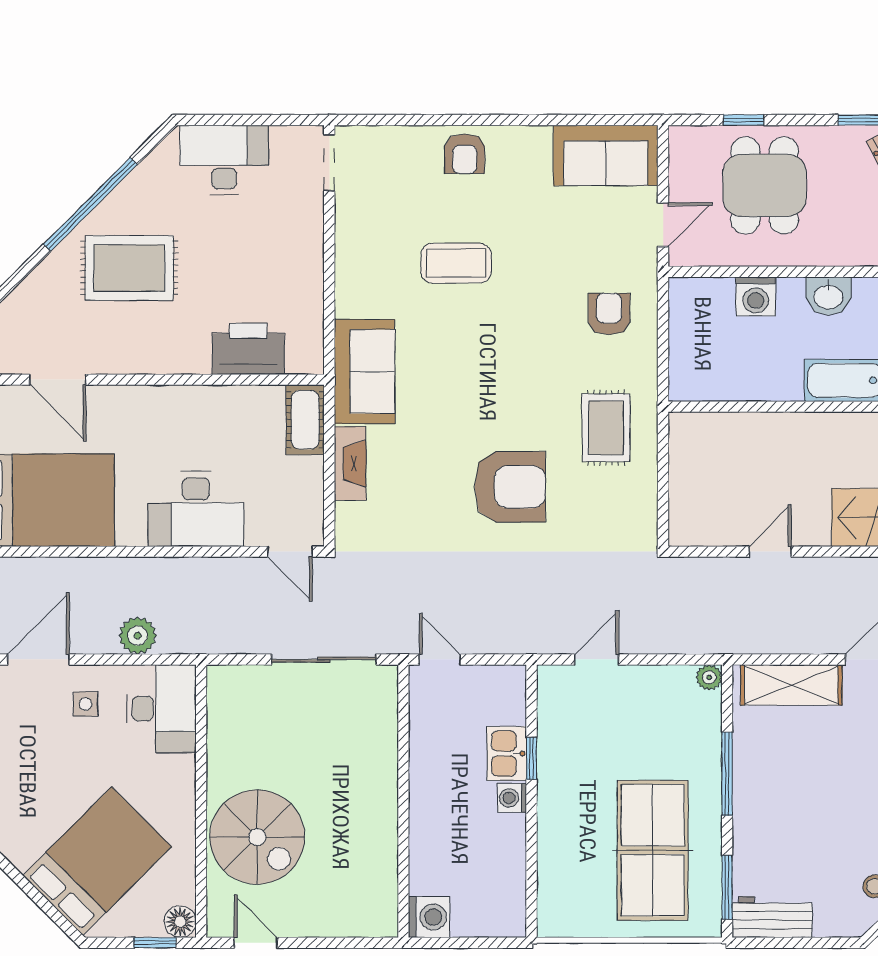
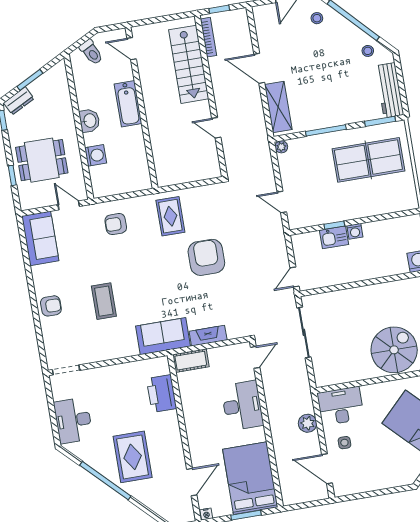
rug: (606, 428) -> (170, 216), turned 90
workbench: (772, 917) -> (390, 90), width x1.37

